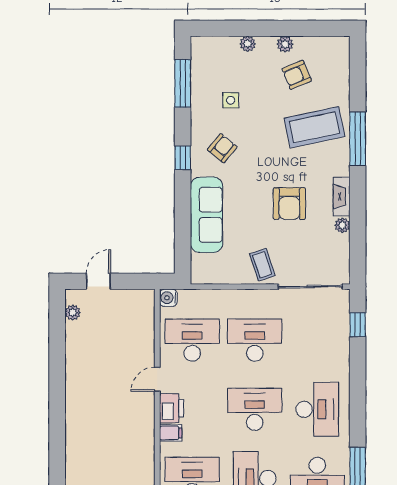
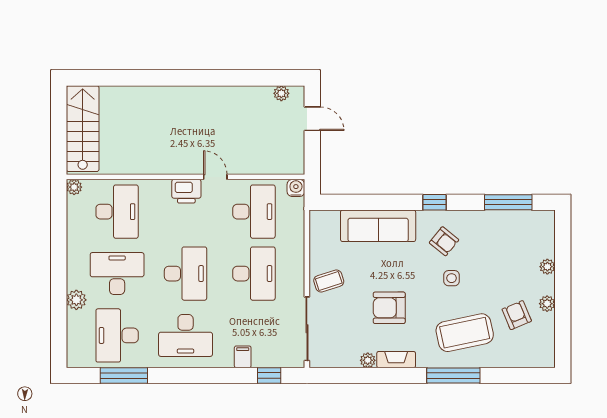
side table: (231, 100) -> (452, 278), moved
coffee table: (314, 127) -> (465, 333), turned 90
filing cabinet: (171, 433) -> (243, 357), moved, turned 180

